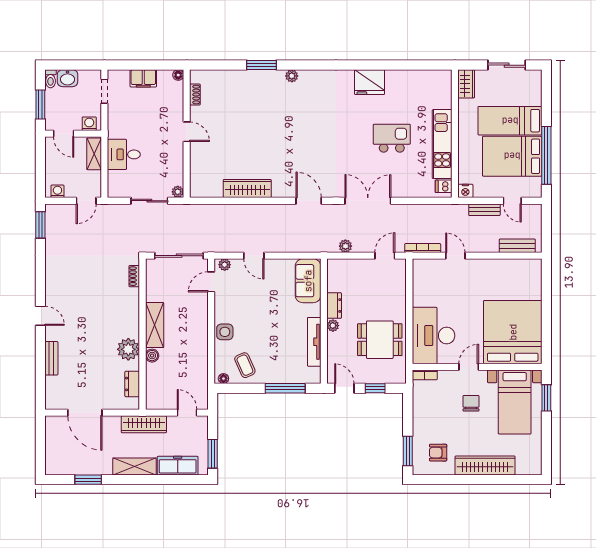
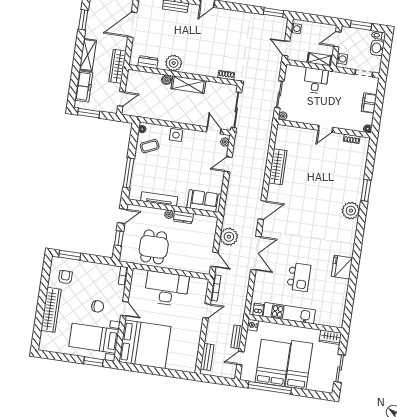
plant: (292, 76) -> (351, 211), width x1.88, depth x1.88
plant: (345, 246) -> (229, 237), width x1.88, depth x1.88
desk: (433, 336) -> (167, 289), moved

